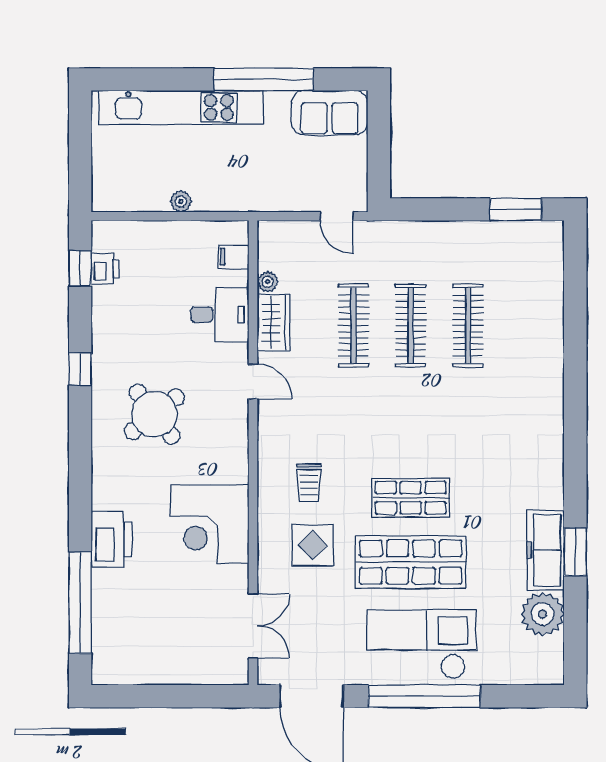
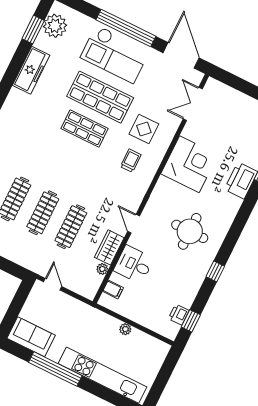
round table: (155, 414) -> (190, 231), turned 38
window: (575, 552) -> (33, 30), moved
plant: (543, 614) -> (55, 26), moved

